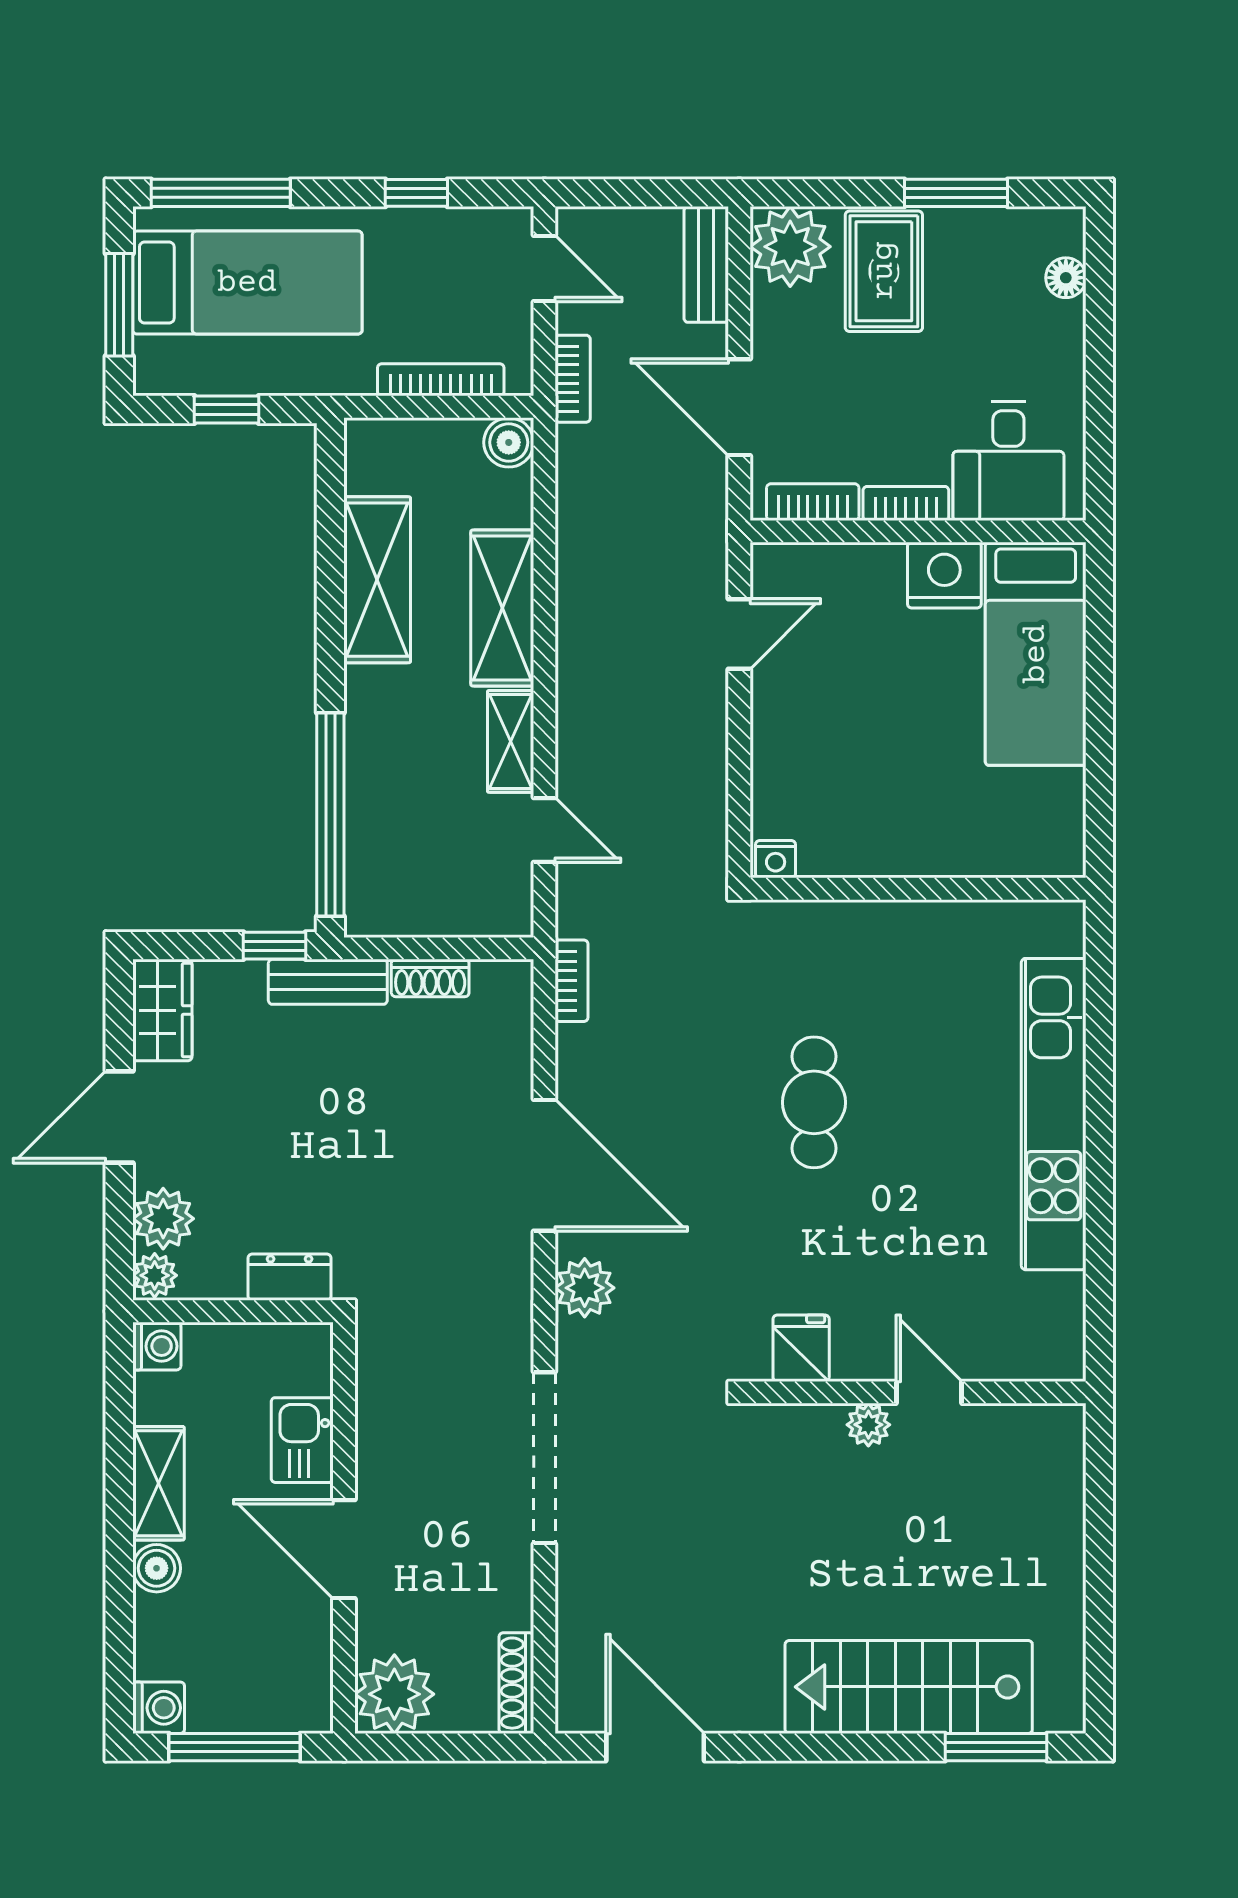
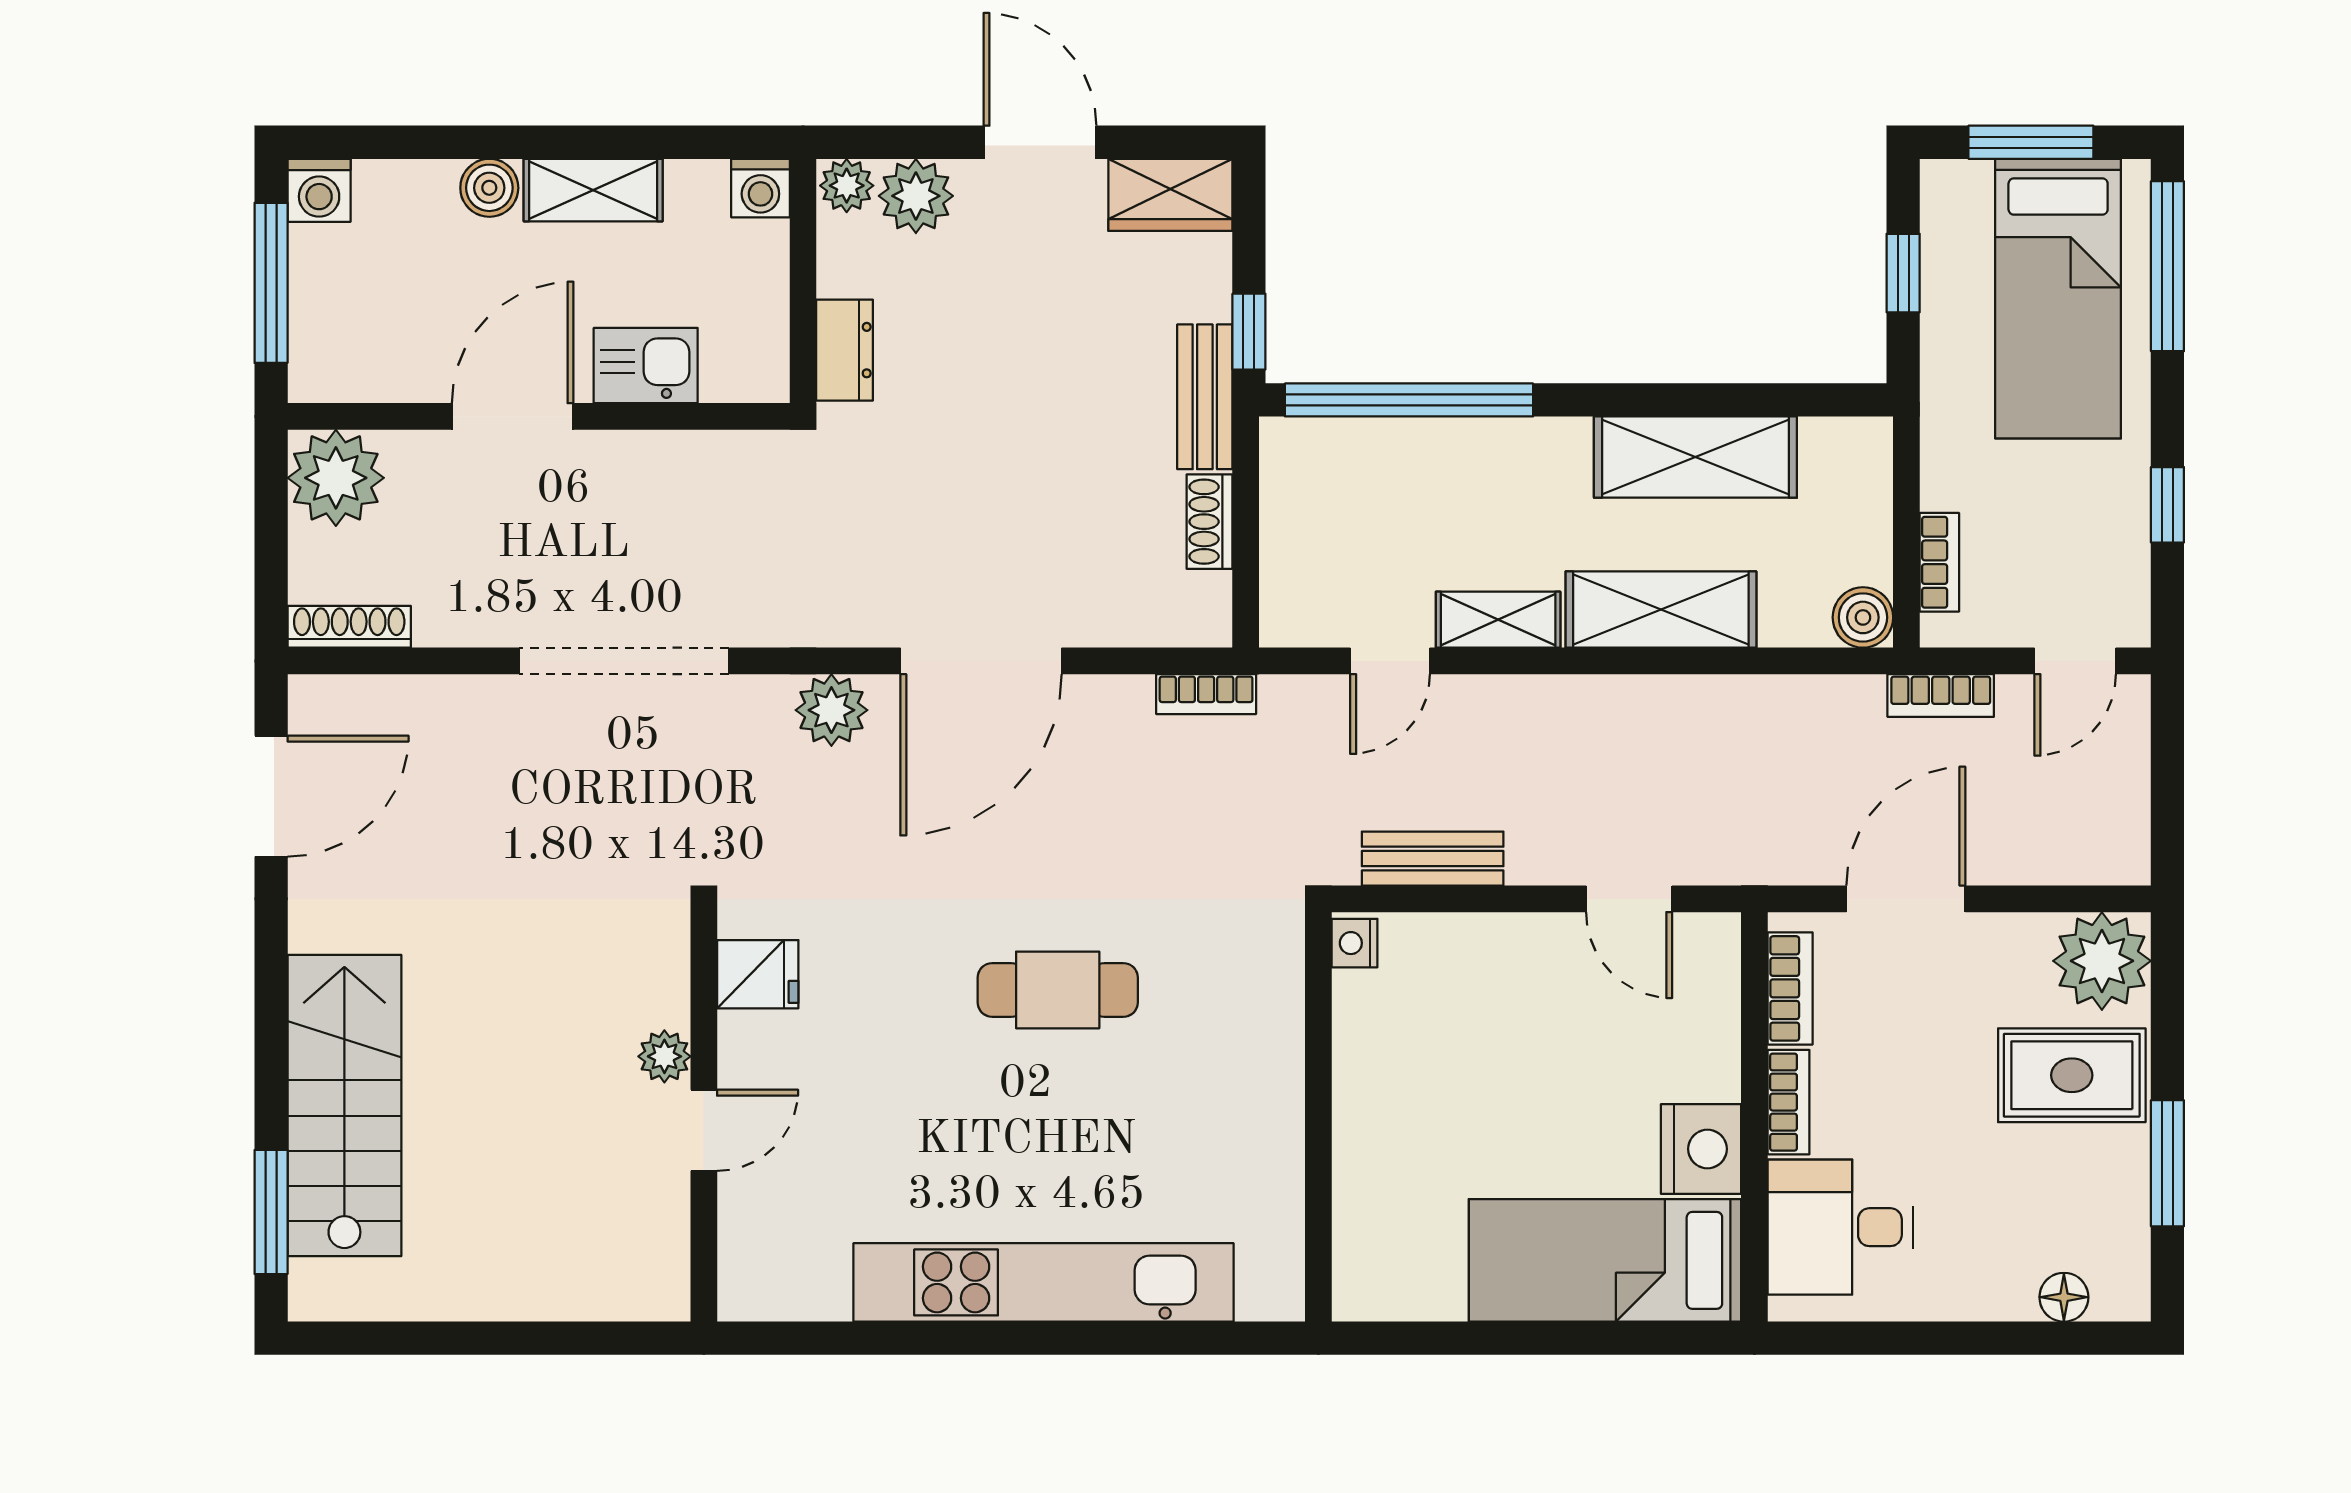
bench: (706, 264) -> (1433, 859), moved
bookcase: (441, 380) -> (1939, 562), width x0.64

